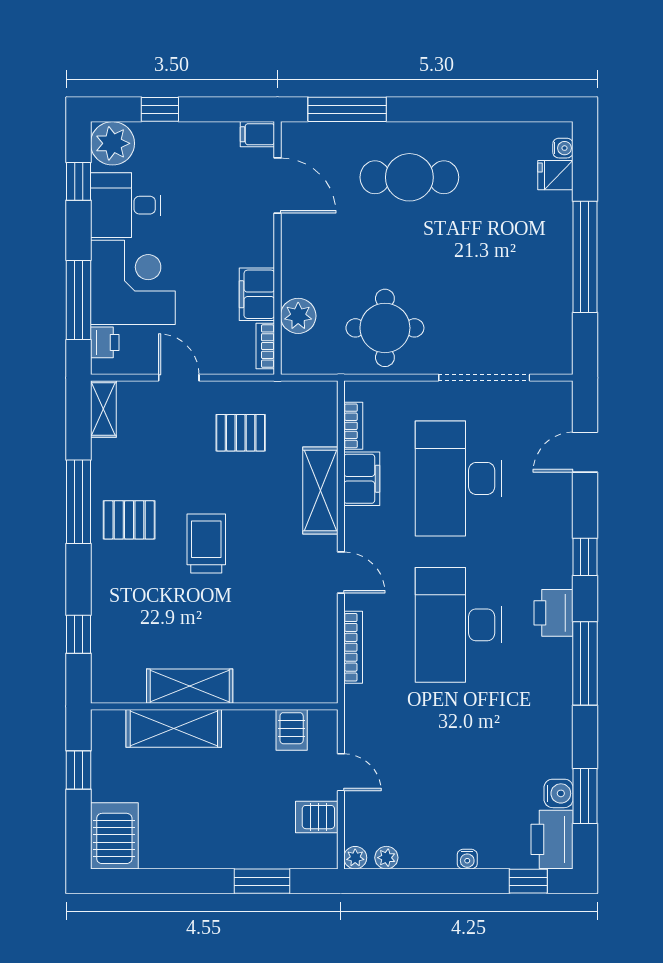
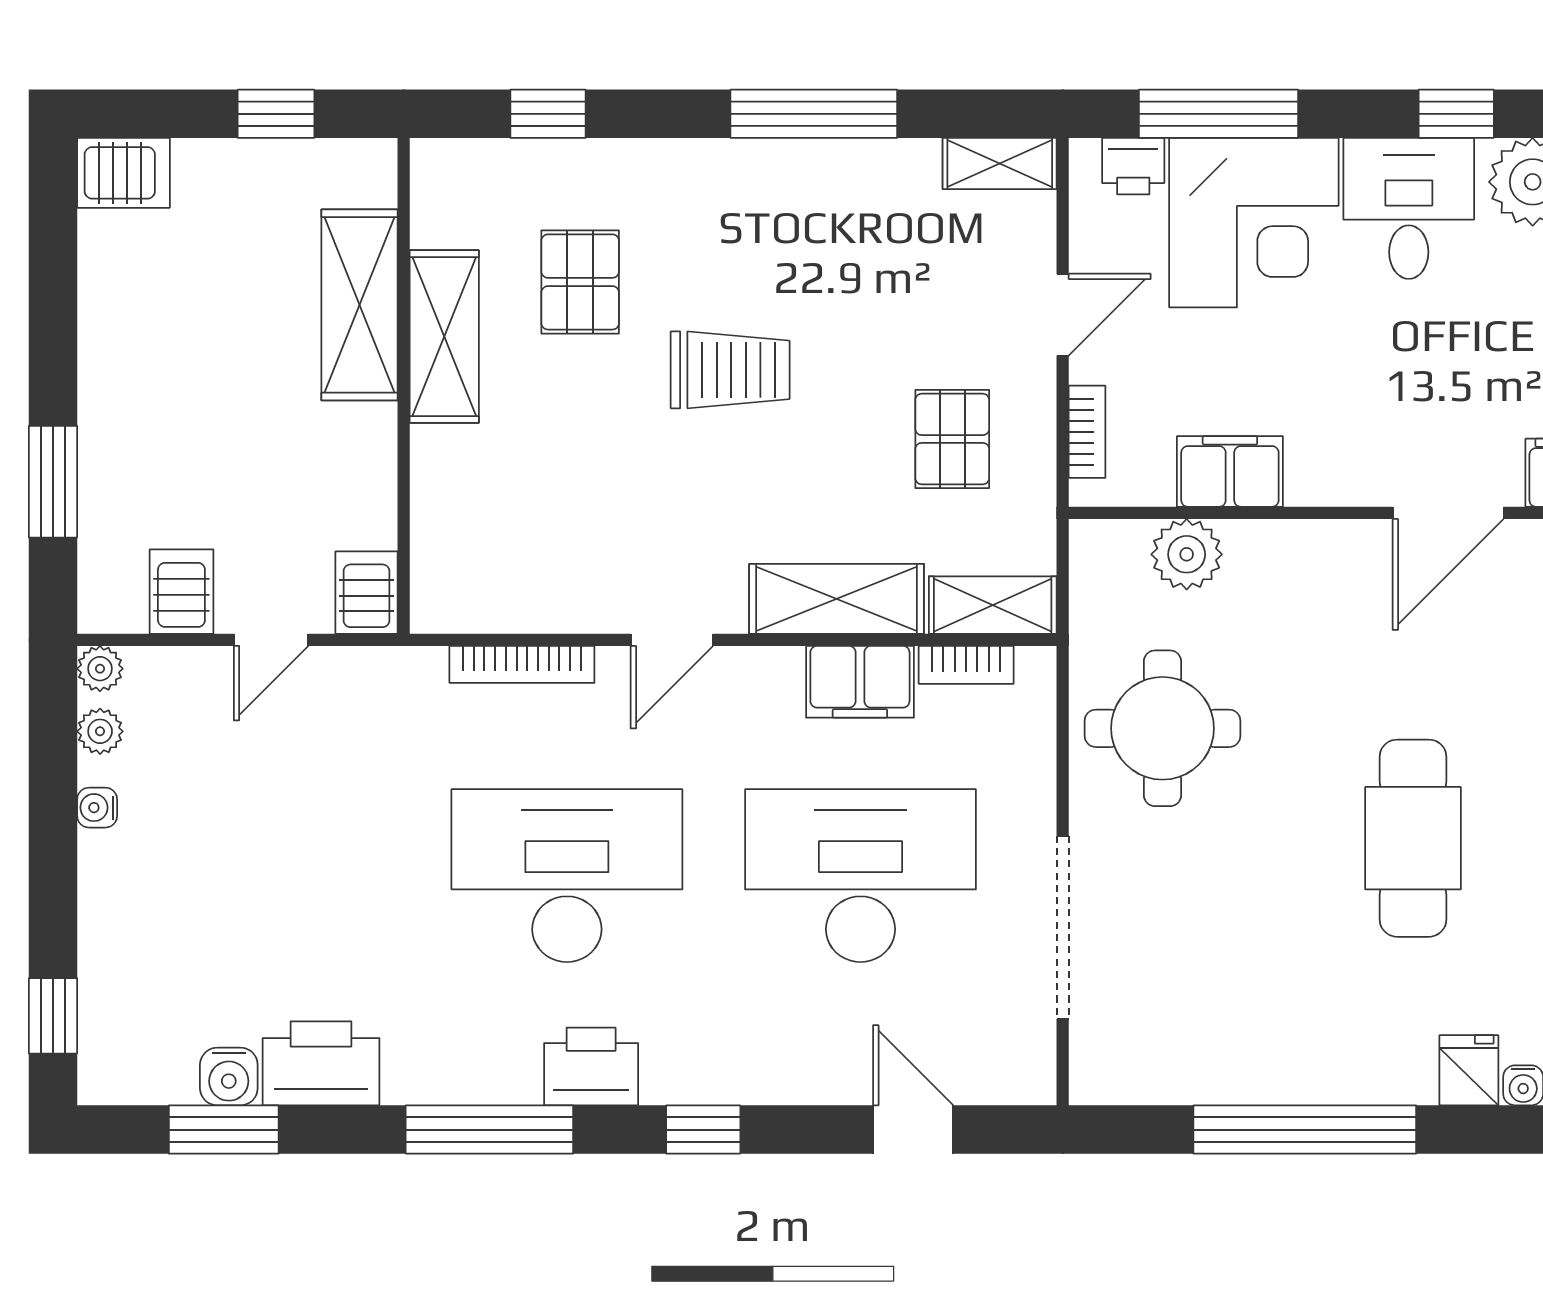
cafe table: (409, 177) -> (1413, 838), moved
bookcase: (265, 346) -> (1087, 432), moved, turned 90
shelving: (323, 413) -> (993, 605), added
pallet: (129, 520) -> (580, 282), moved
server rack: (292, 730) -> (367, 593), moved, turned 90
server rack: (114, 836) -> (123, 173), width x0.73, depth x0.70
printer: (552, 839) -> (321, 1063), moved
water cooler: (467, 859) -> (97, 808), moved

